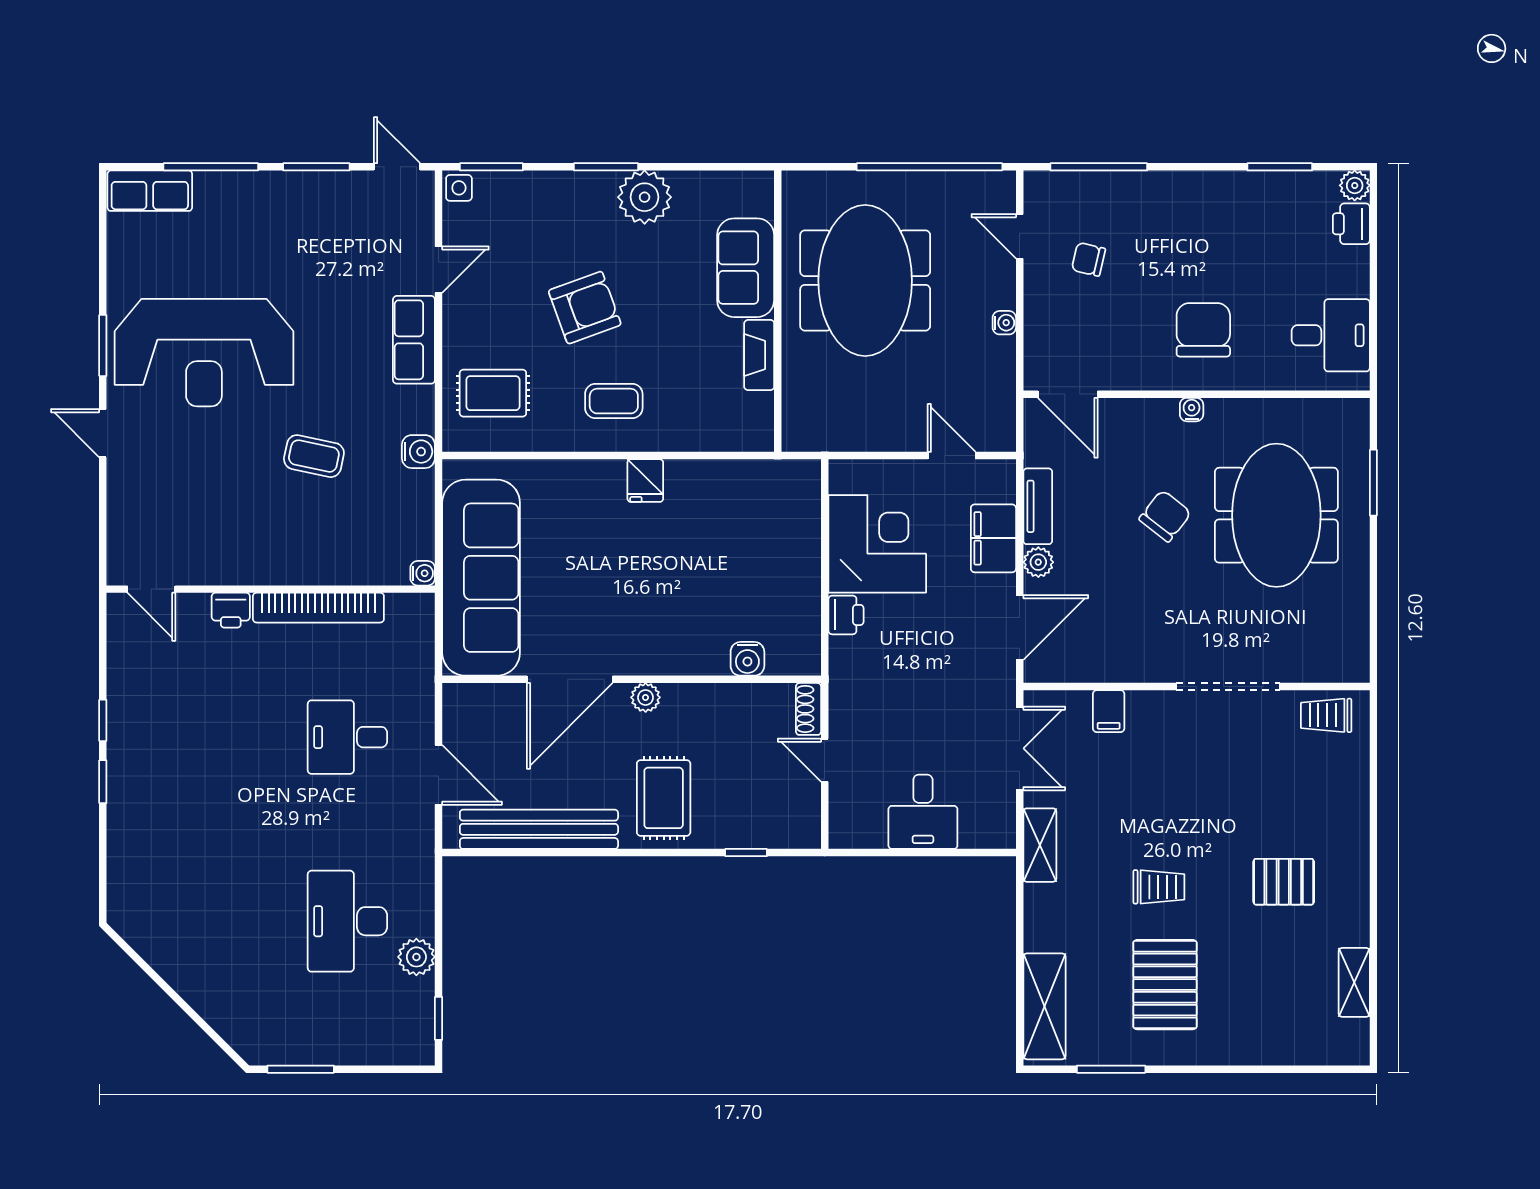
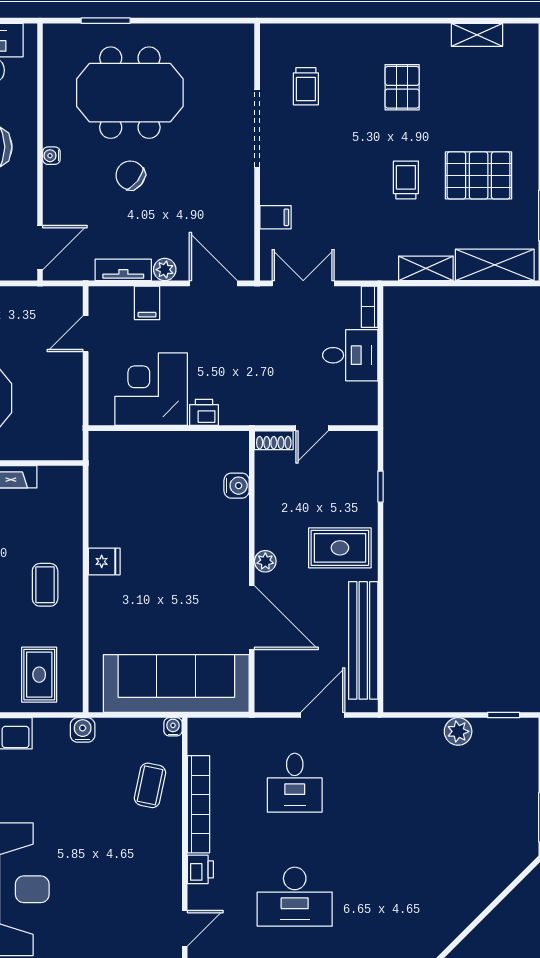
coffee table: (314, 456) -> (150, 785), moved
filing cabinet: (993, 538) -> (147, 303), width x0.50
trolley: (1326, 715) -> (306, 86), moved
bookcase: (988, 838) -> (370, 307), added
shelving: (1040, 845) -> (426, 268), moved
desk: (347, 921) -> (295, 897), moved

